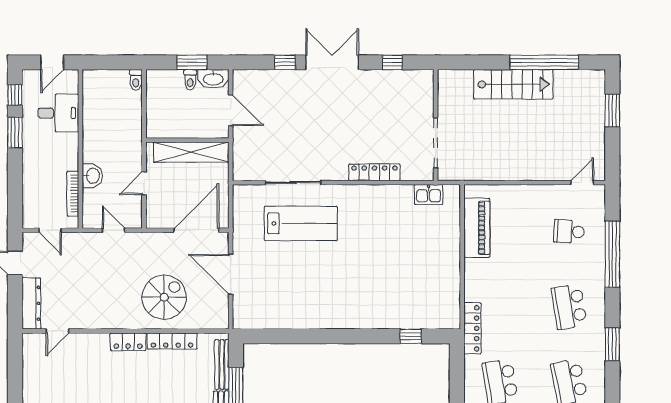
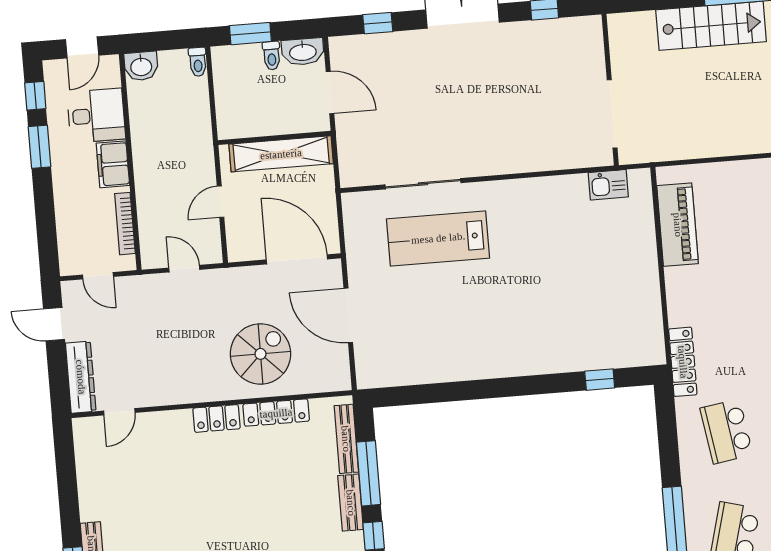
window: (192, 62) -> (250, 34), moved
window: (285, 62) -> (378, 23), moved
filing cabinet: (68, 150) -> (113, 164), added
locker: (374, 172) -> (532, 161), removed
washbasin: (92, 176) -> (141, 66), moved, turned 90
lab bench: (301, 223) -> (438, 238), turned 180
door: (196, 230) -> (297, 259), hinge flipped

